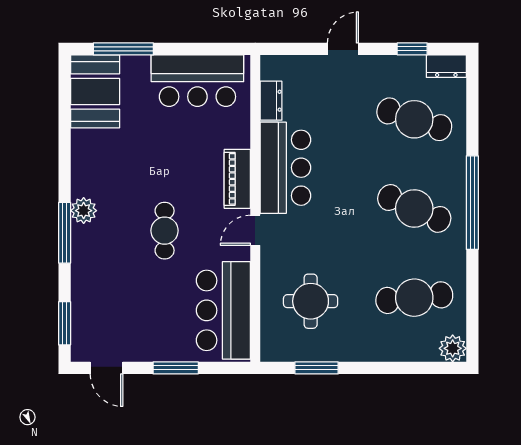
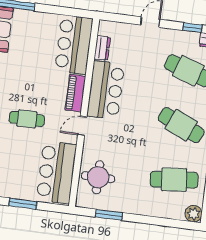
bar counter: (197, 81) -> (74, 45), moved, turned 90
cafe table: (165, 231) -> (27, 119), turned 90
round table: (311, 301) -> (98, 177), moved

